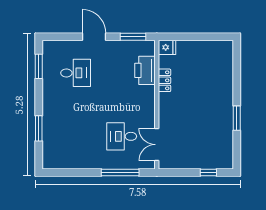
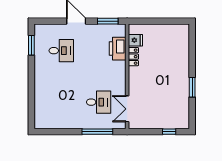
fridge: (167, 47) -> (135, 40), moved
window: (39, 128) -> (31, 96), removed
desk: (122, 136) -> (99, 102), turned 180

